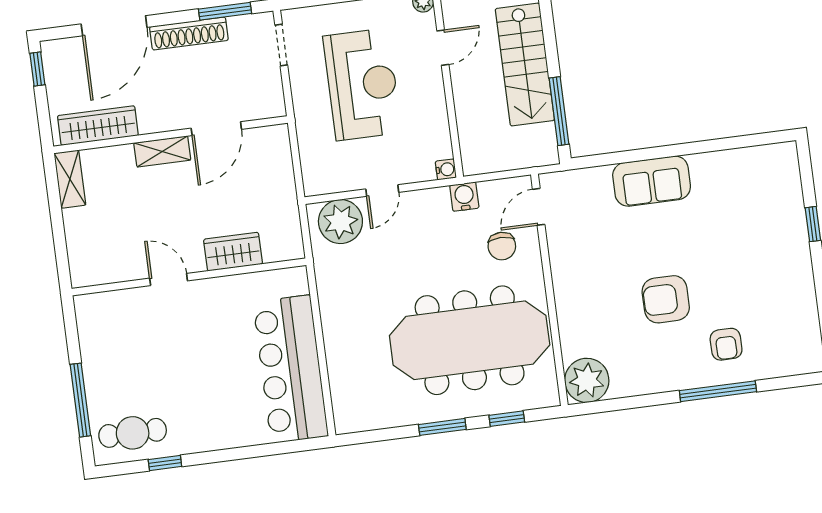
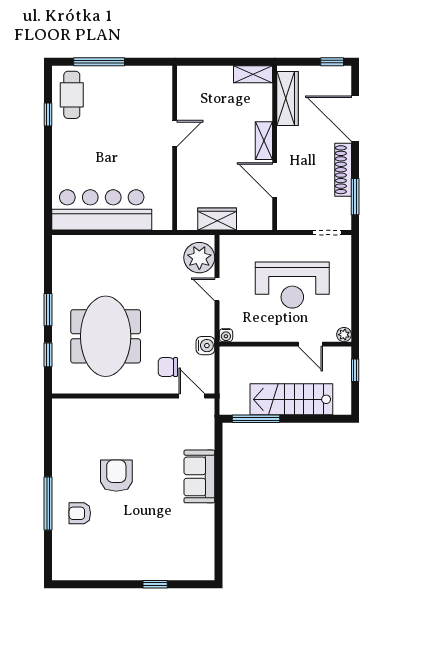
wardrobe: (233, 252) -> (217, 219), moved, turned -90
meeting table: (470, 340) -> (106, 336), width x0.73
plant: (587, 380) -> (67, 414), removed

